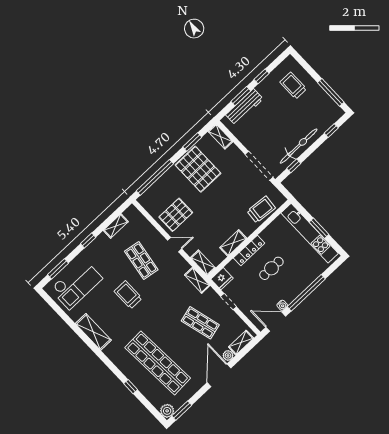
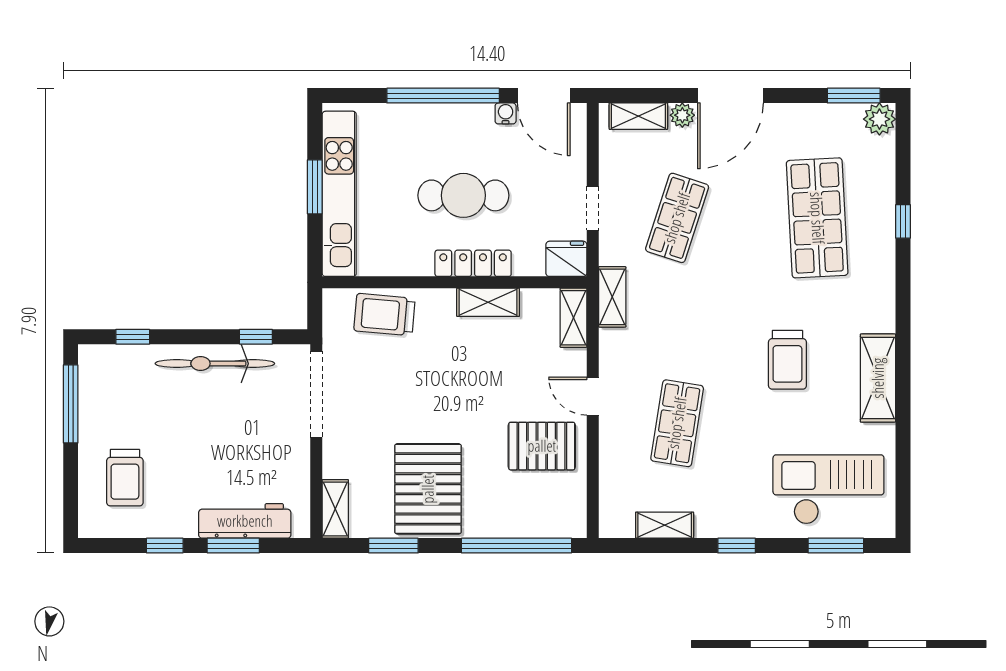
cafe table: (271, 268) -> (463, 195), width x1.37, depth x1.35
trolley: (128, 295) -> (787, 360), moved
shop shelf: (200, 323) -> (677, 218), turned 33
shop shelf: (158, 363) -> (817, 218), width x0.71

